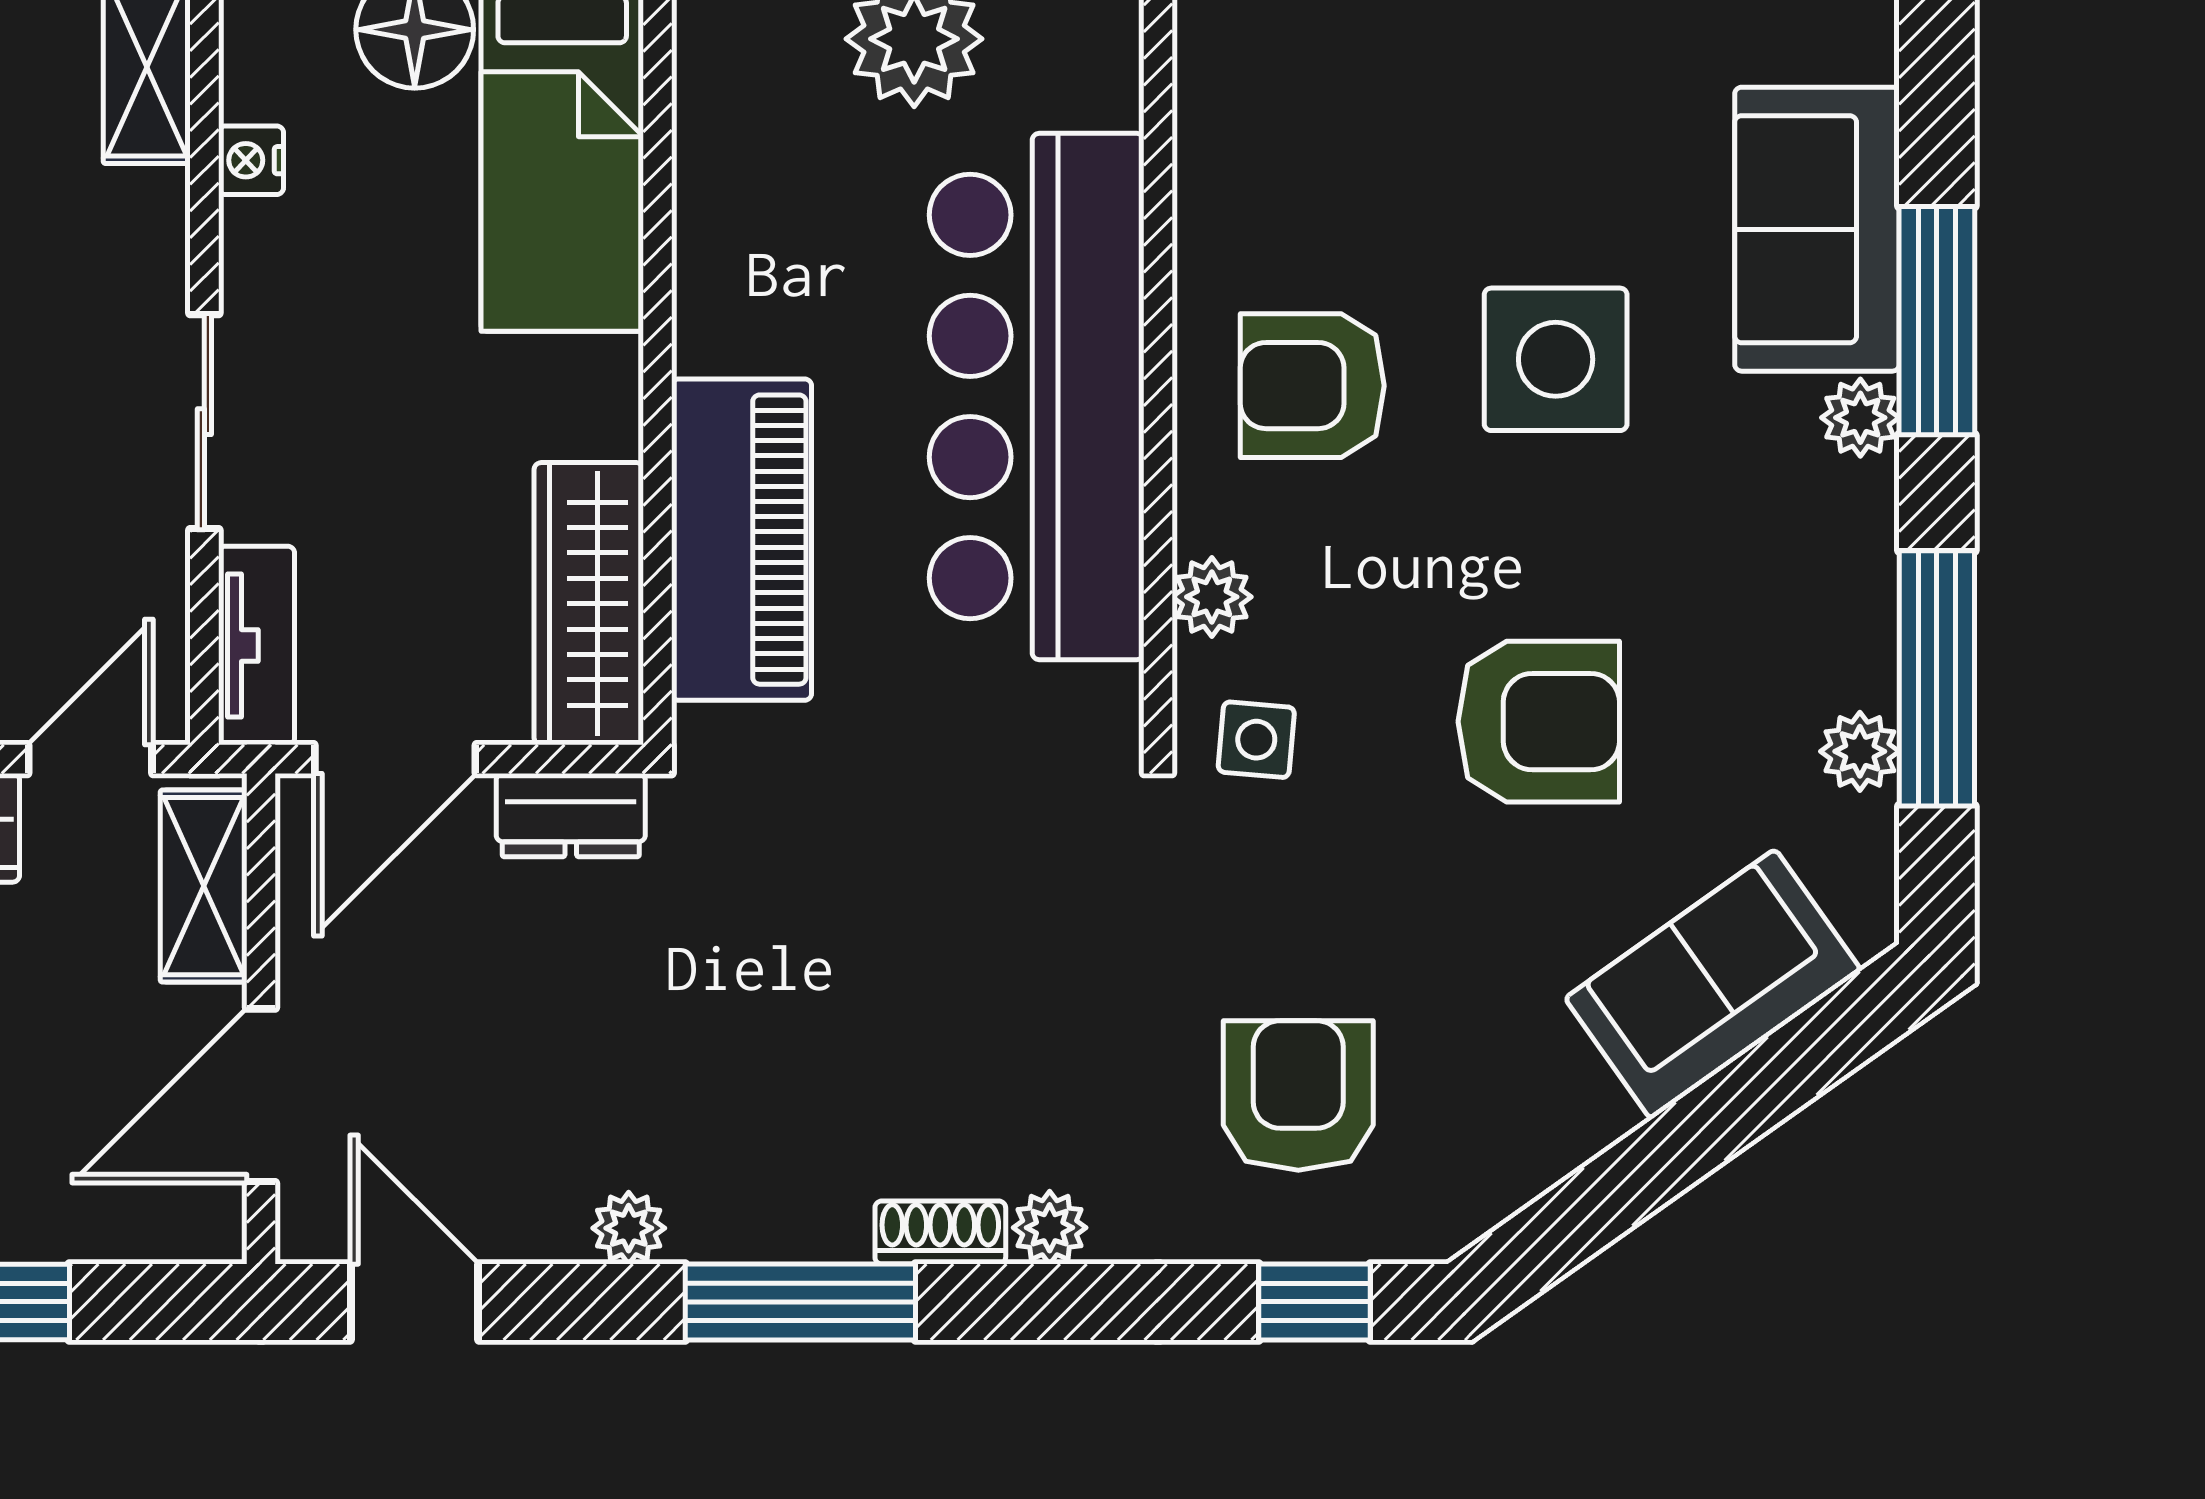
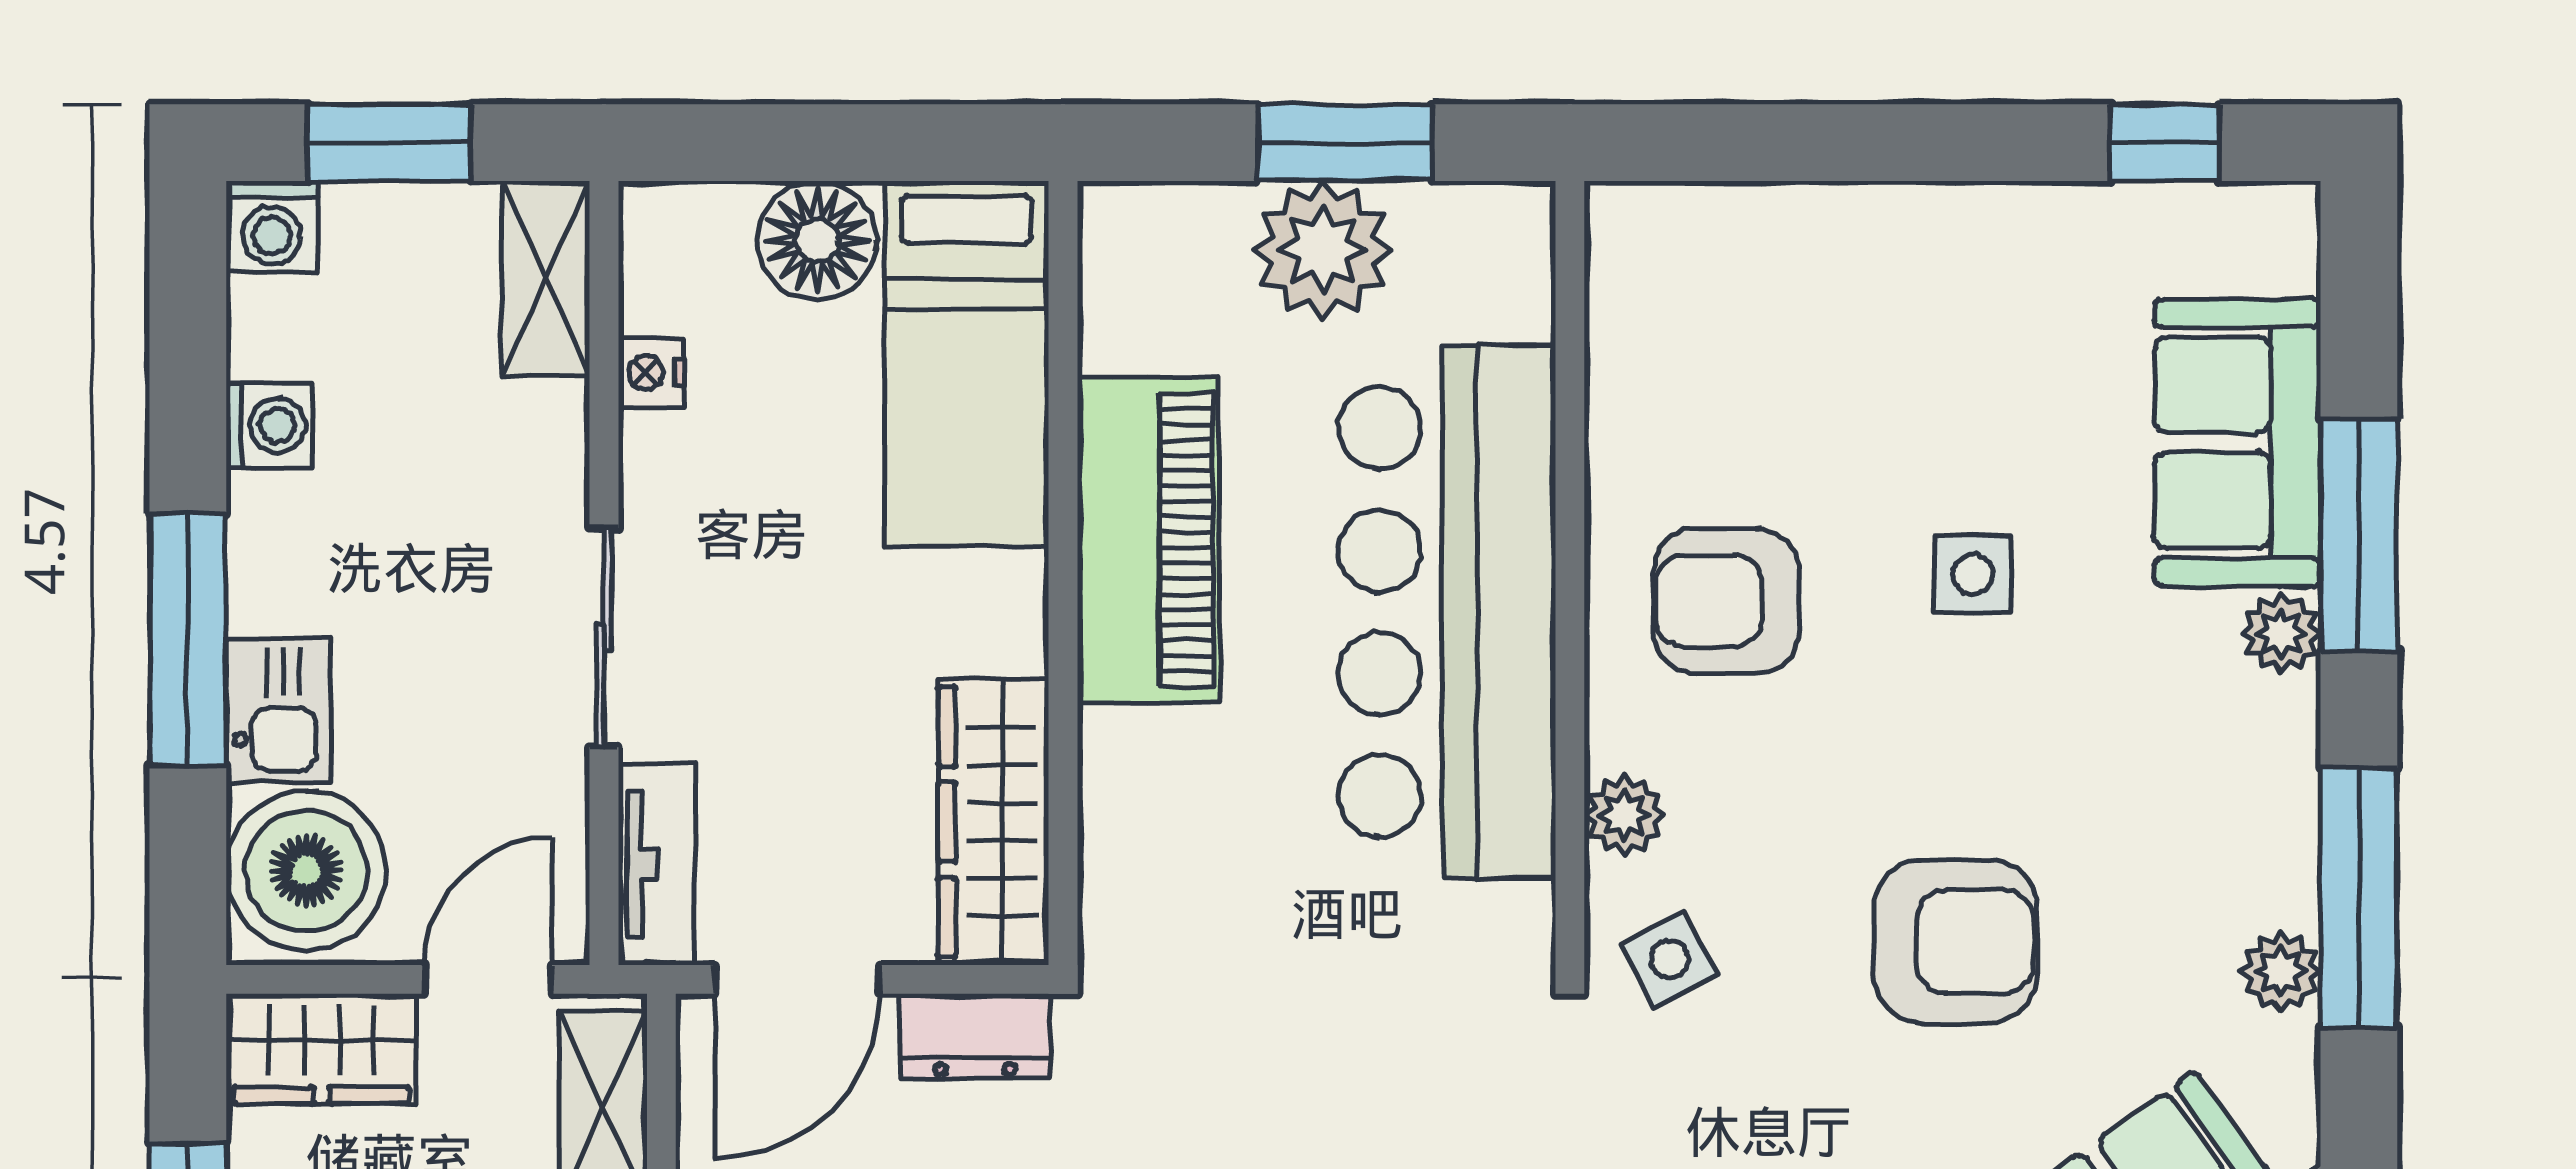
side table: (1556, 359) -> (1973, 574), width x0.54, depth x0.54
piano: (742, 540) -> (1148, 540), moved
side table: (1256, 740) -> (1669, 960), turned -33

